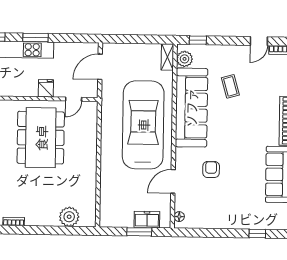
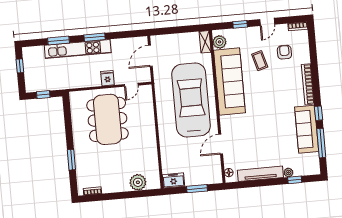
window: (198, 40) -> (240, 24), moved
door: (259, 41) -> (267, 22), moved
armchair: (211, 169) -> (284, 52), moved
freezer: (147, 220) -> (173, 180), moved
tv unit: (217, 222) -> (260, 174), added
plant: (251, 224) -> (288, 173), added

